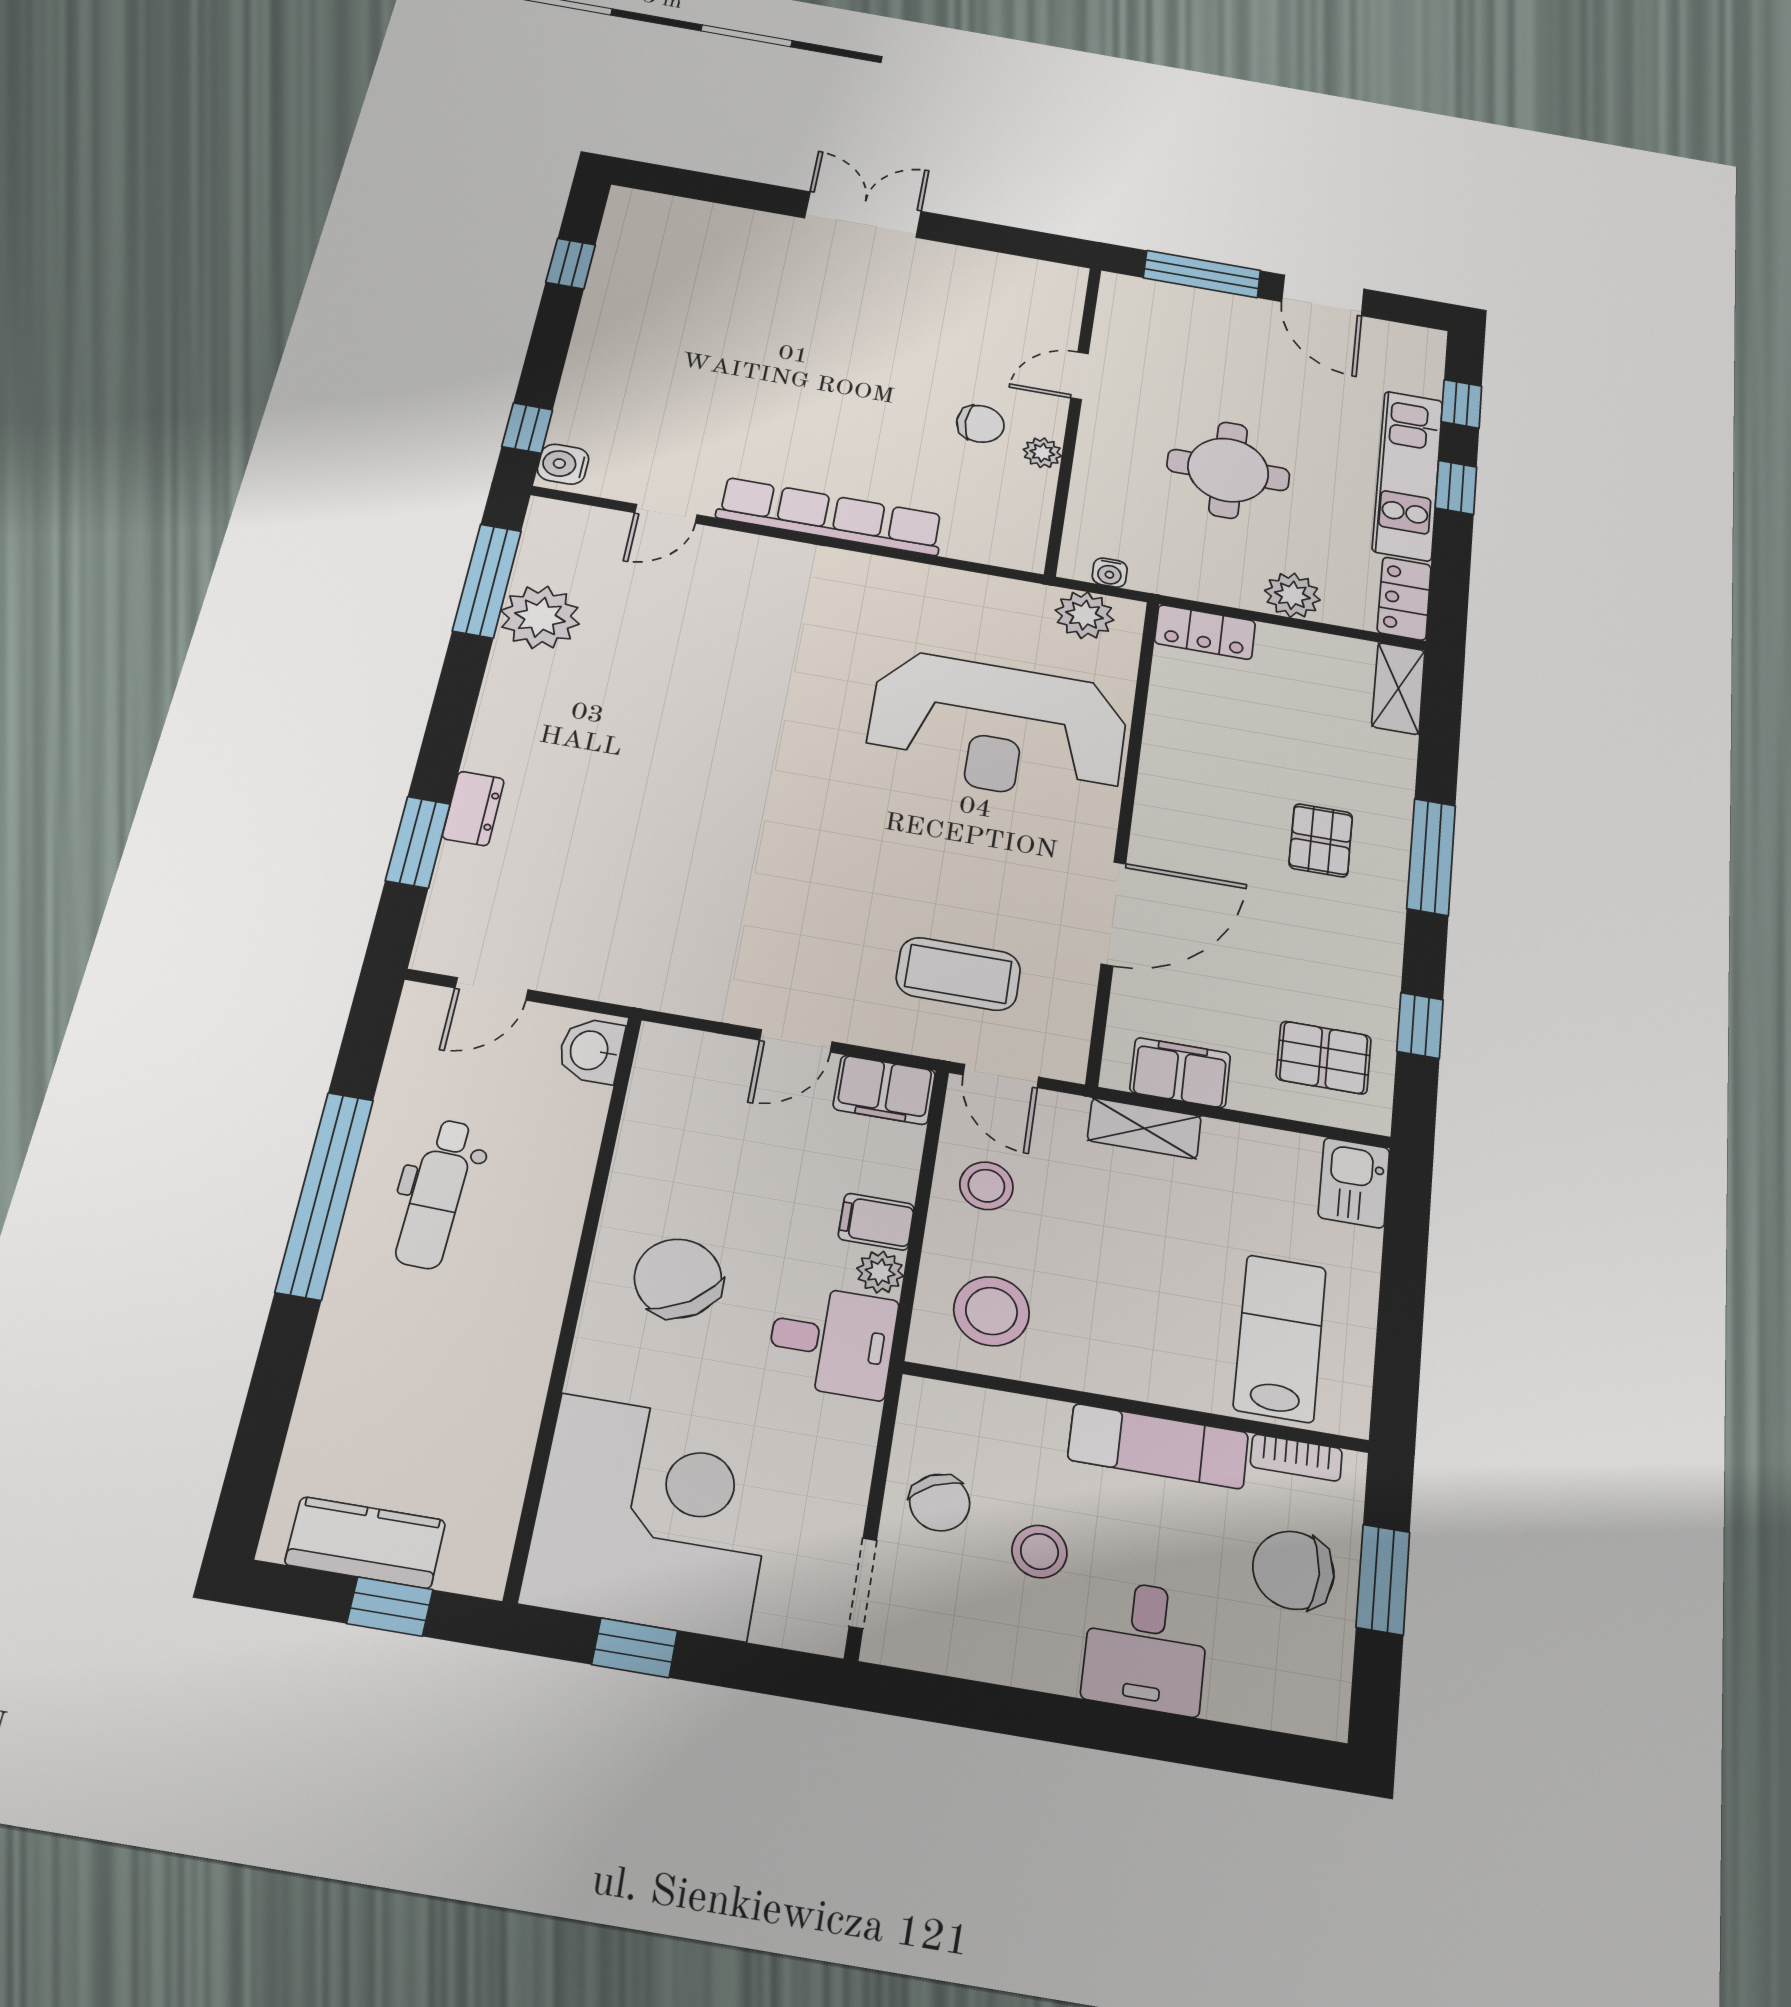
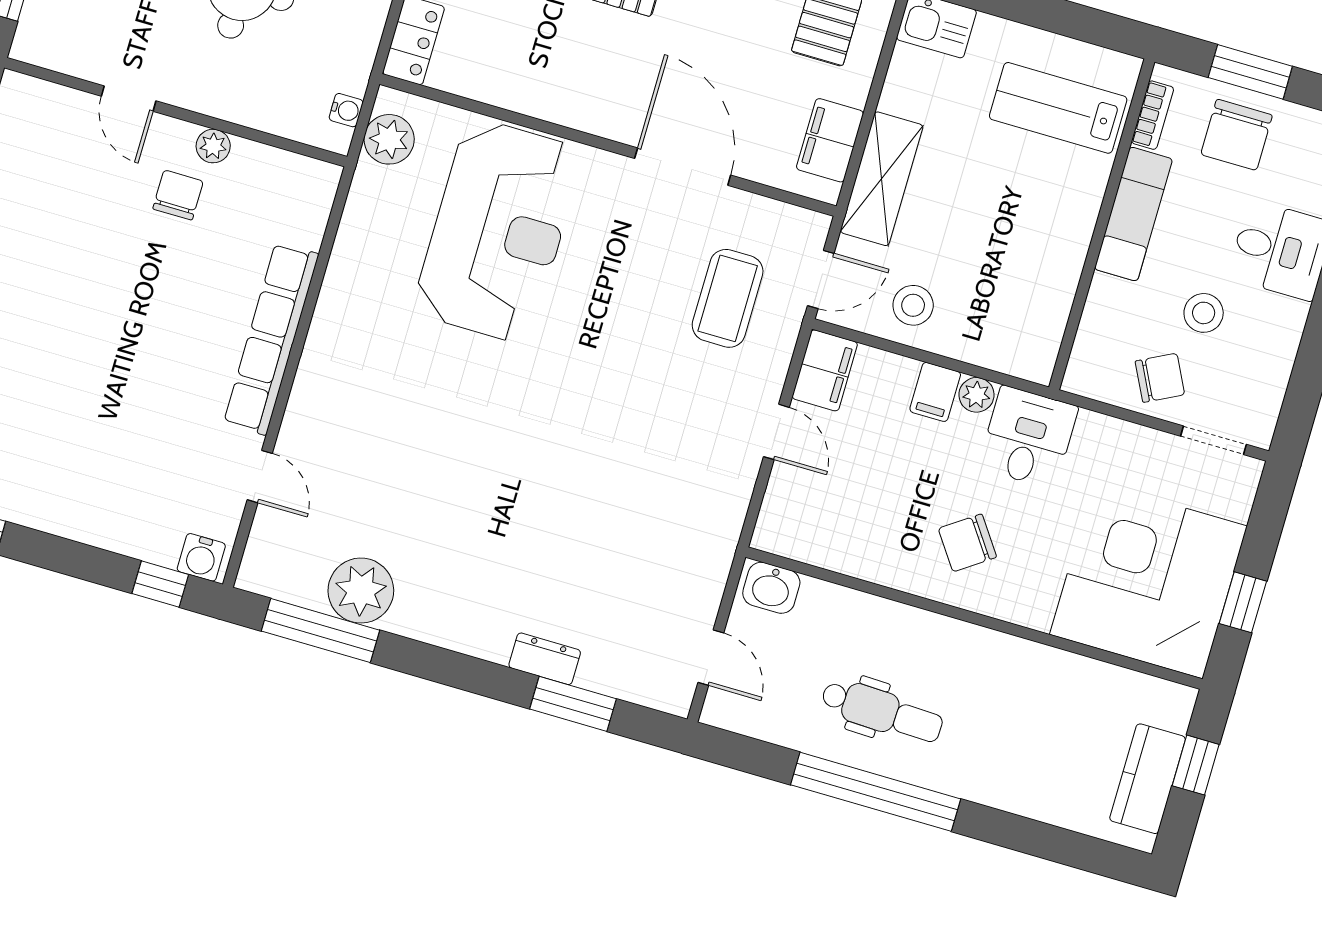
shelving: (1144, 1128) -> (882, 179), width x1.50, depth x1.33
chair: (678, 1278) -> (967, 543), width x0.73, depth x0.73
stool: (991, 1311) -> (1016, 318), removed

